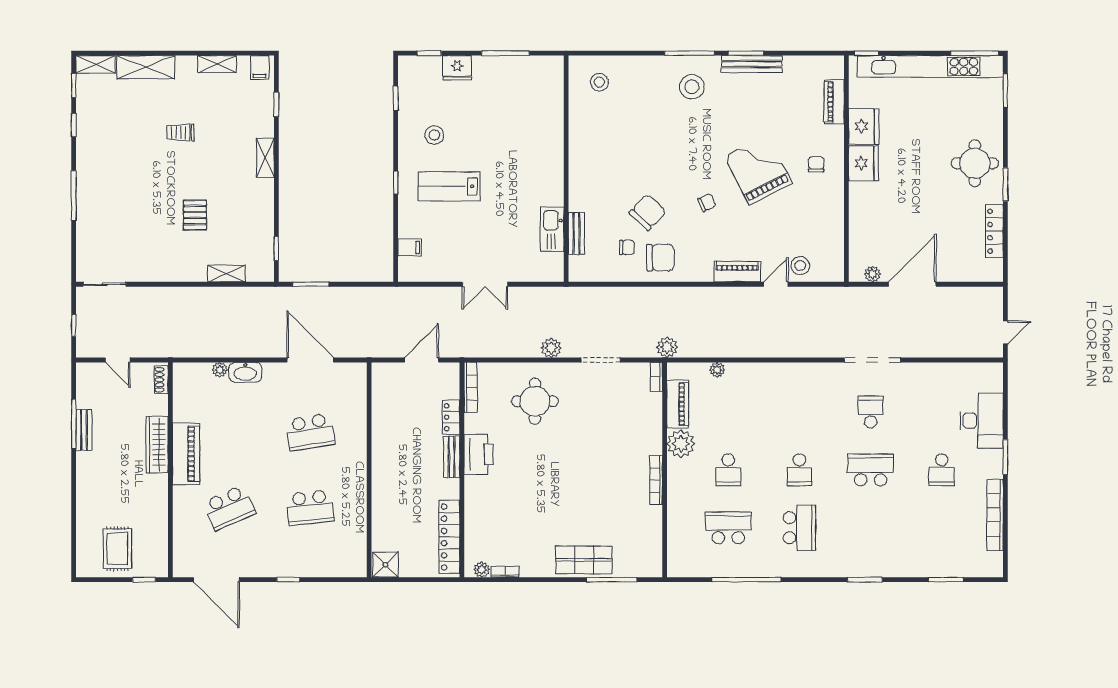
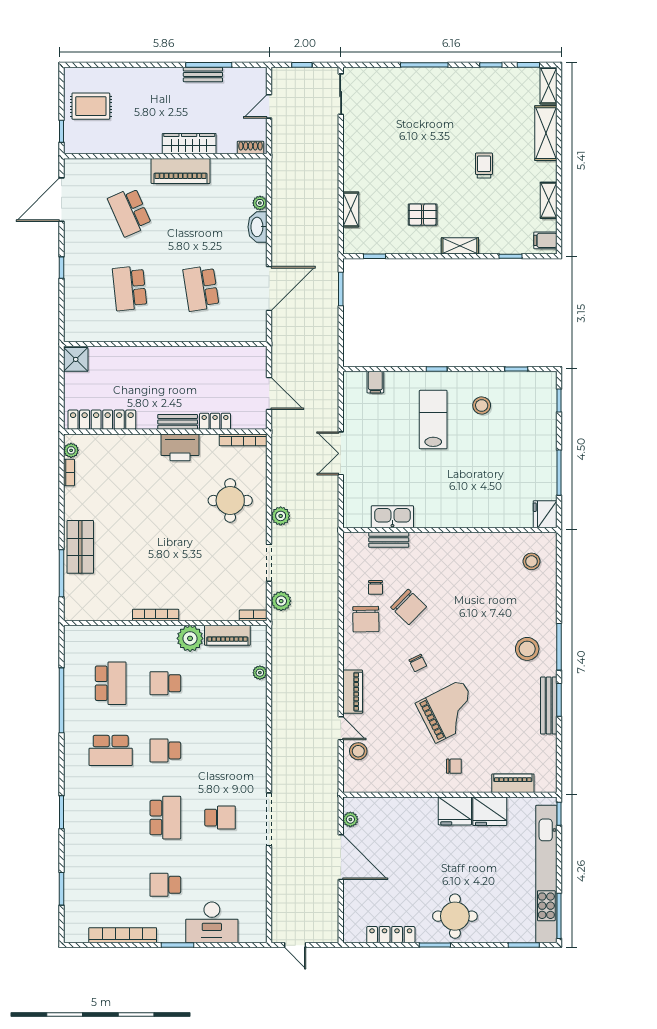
fridge: (457, 68) -> (545, 514), moved
pallet: (195, 215) -> (423, 215), moved
plant: (667, 347) -> (281, 601), moved

